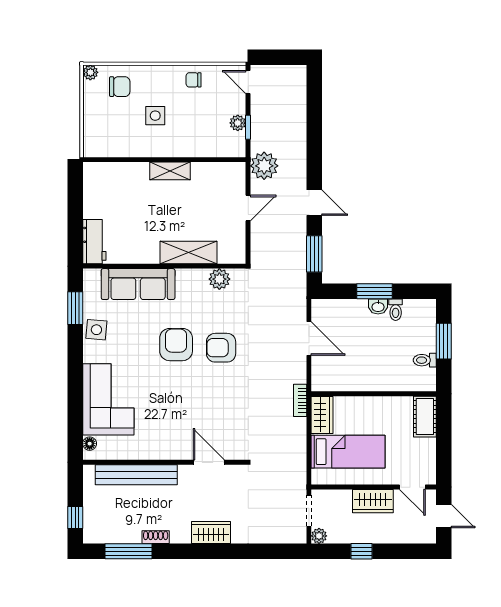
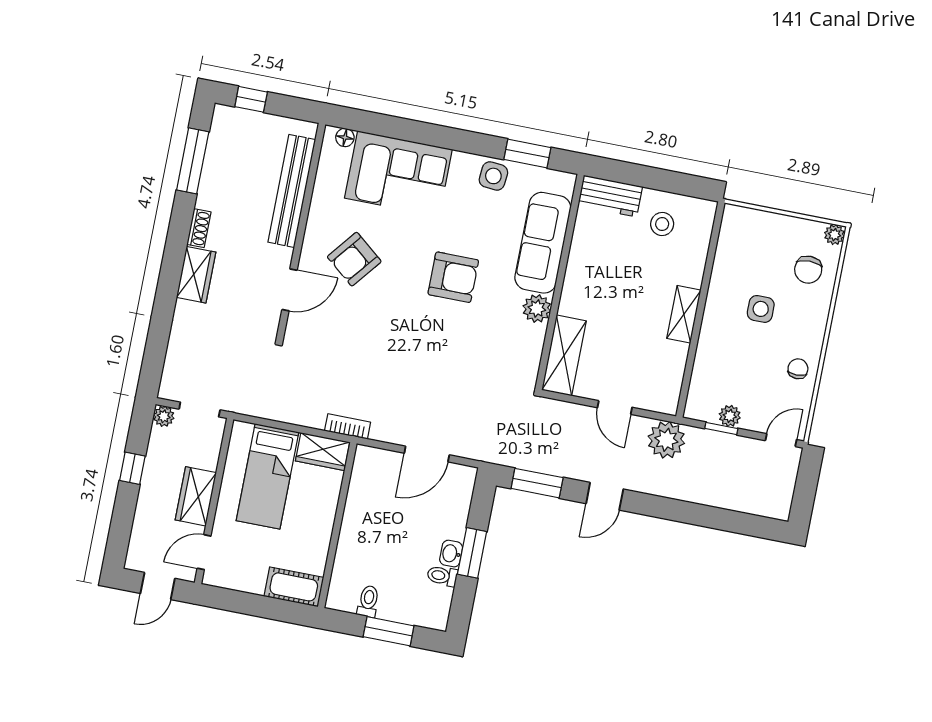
stool: (107, 200) -> (662, 224), added
shelving: (188, 253) -> (564, 355), moved
plant: (219, 279) -> (537, 309), moved
armchair: (221, 348) -> (354, 259), moved, turned -141
shoe rack: (156, 537) -> (199, 228), moved

